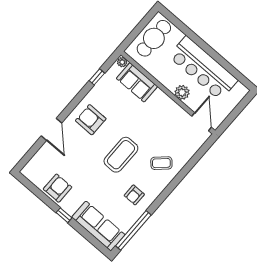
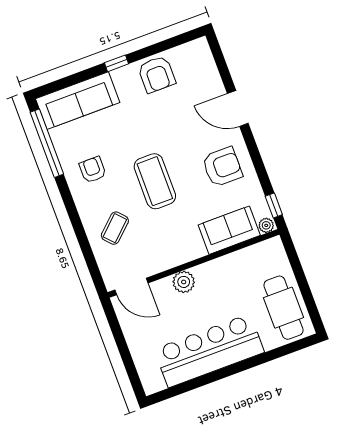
plant: (122, 62) -> (266, 225), moved
sofa: (137, 82) -> (229, 230), moved
plant: (182, 92) -> (184, 282), moved
wall: (168, 93) -> (193, 263), moved
door: (202, 122) -> (131, 287), moved

